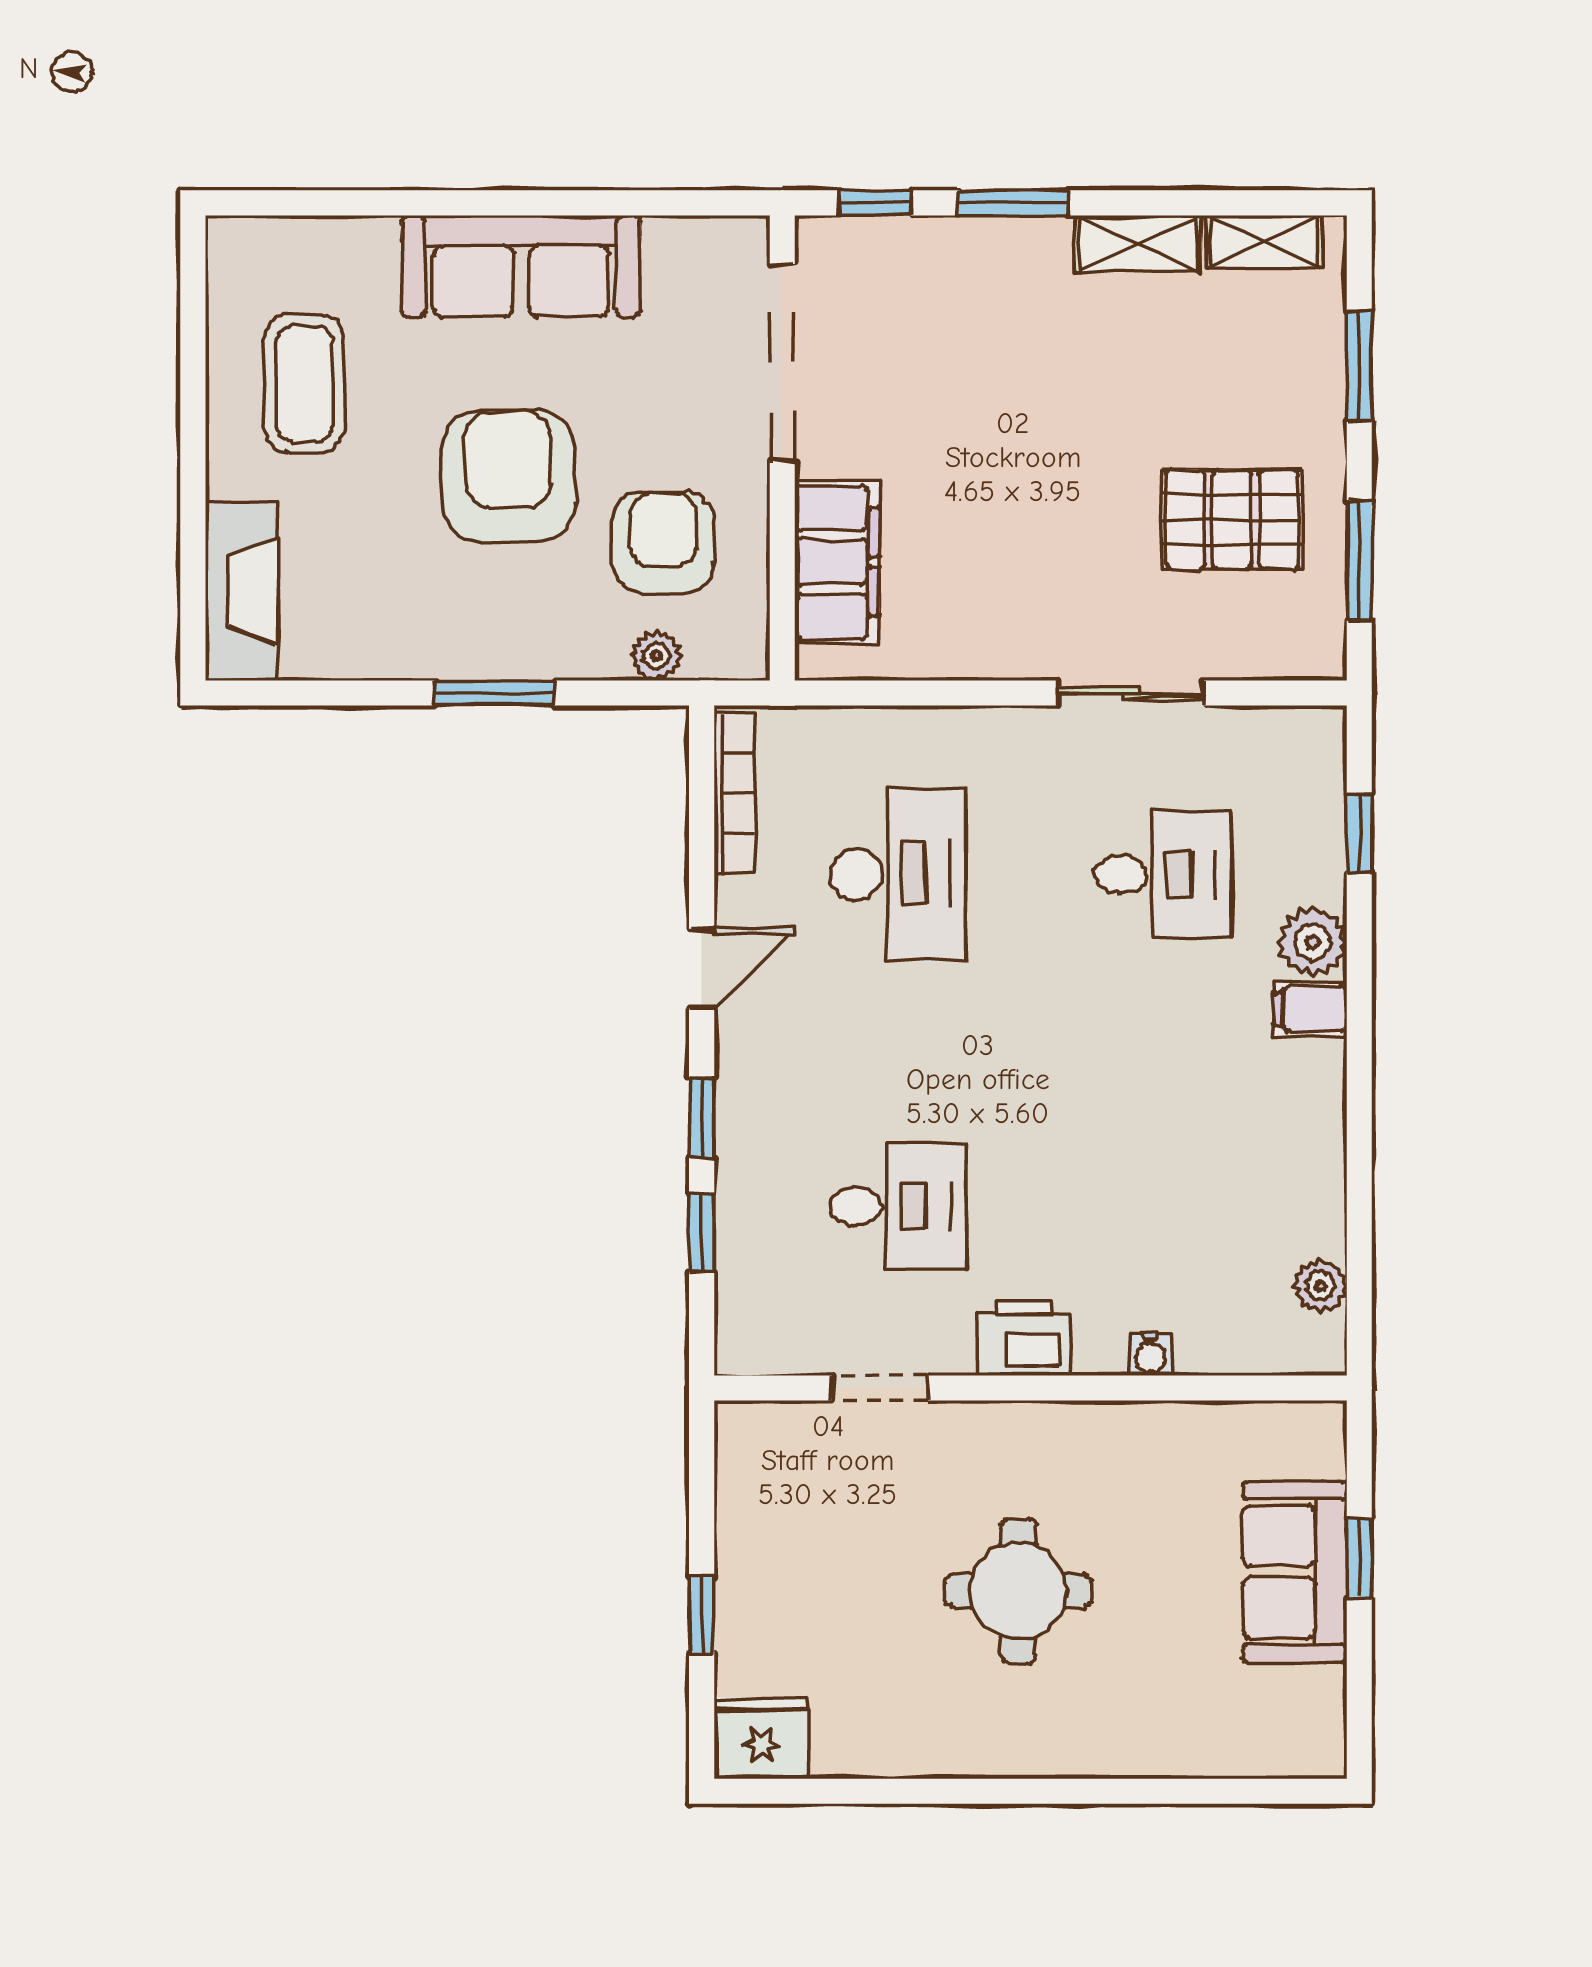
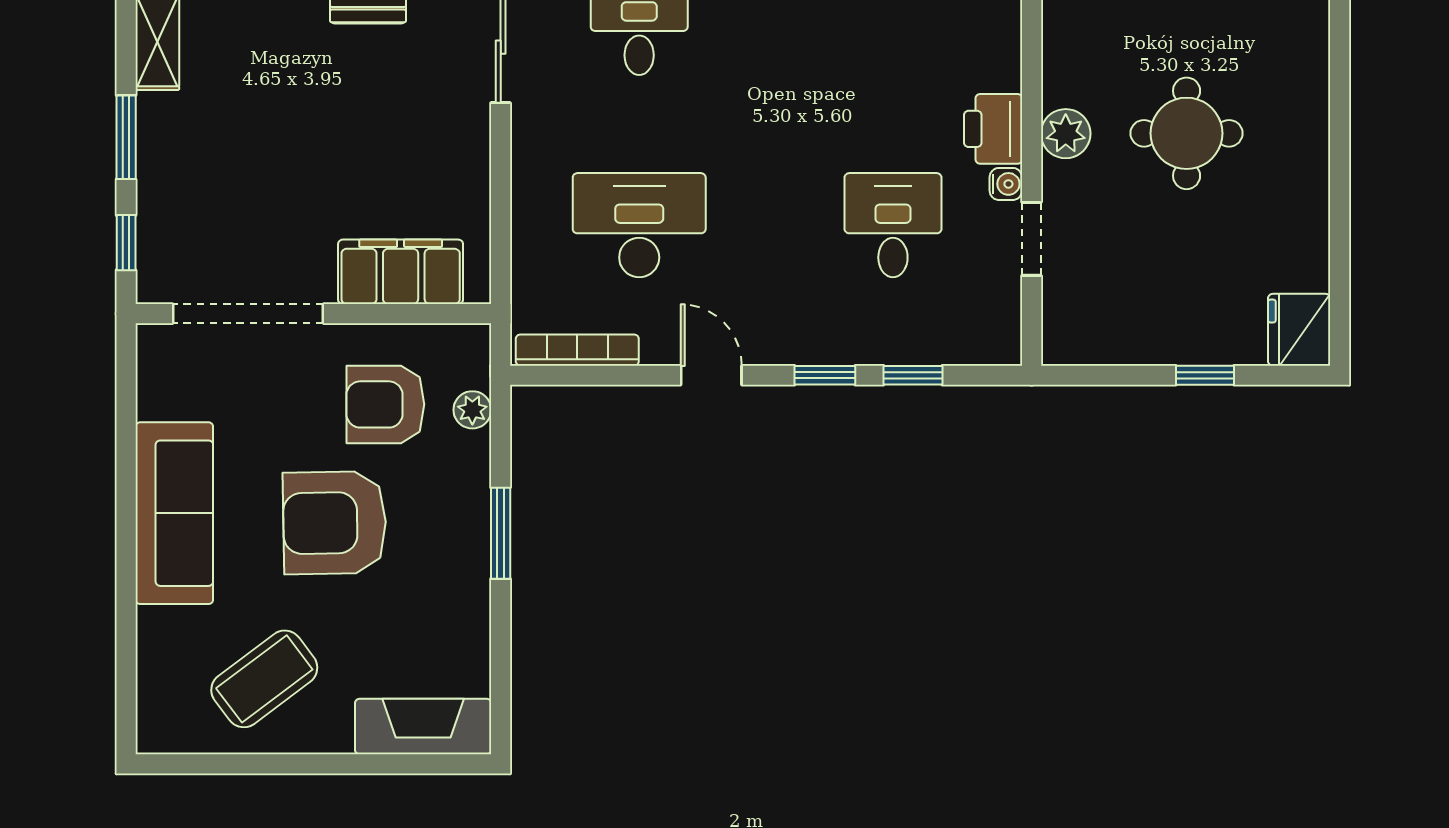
coffee table: (304, 384) -> (264, 679), turned -37
water cooler: (1151, 1354) -> (1006, 184), moved
plant: (1018, 1433) -> (1066, 134), added

